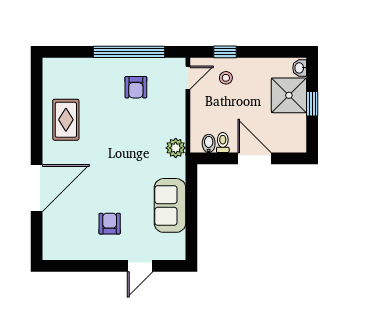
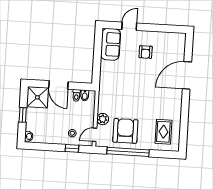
armchair: (136, 87) -> (125, 131), width x1.88, depth x1.88
shower: (289, 95) -> (37, 97), moved
rug: (66, 120) -> (163, 132), moved
plant: (176, 148) -> (103, 119), moved
sofa: (170, 205) -> (111, 44), moved

